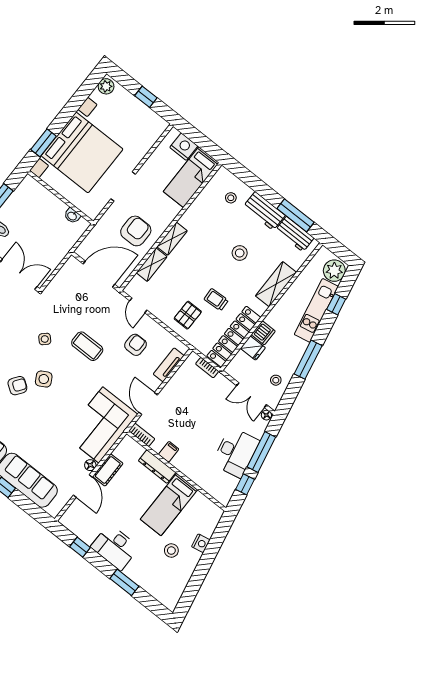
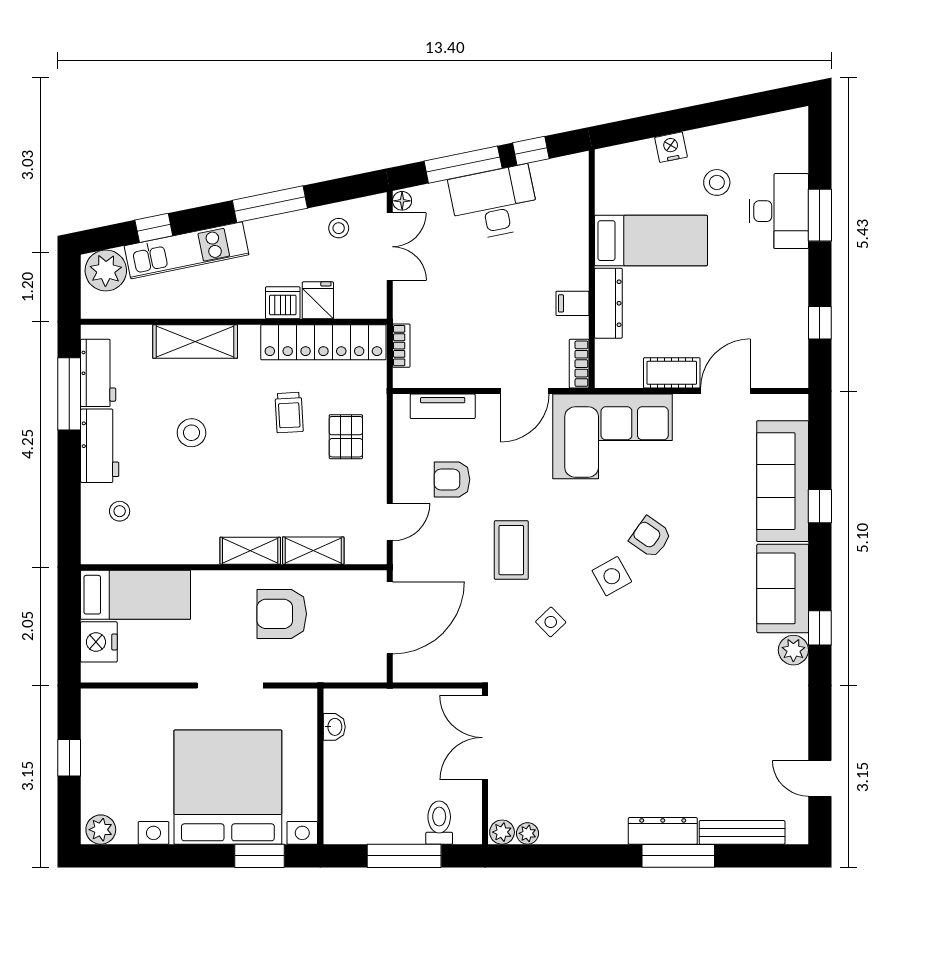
door: (99, 274) -> (390, 618), swing flipped
pallet: (188, 315) -> (346, 437), turned 90
armchair: (17, 386) -> (650, 537), moved
floor lamp: (90, 465) -> (685, 405), removed
desk: (115, 547) -> (779, 211), moved

